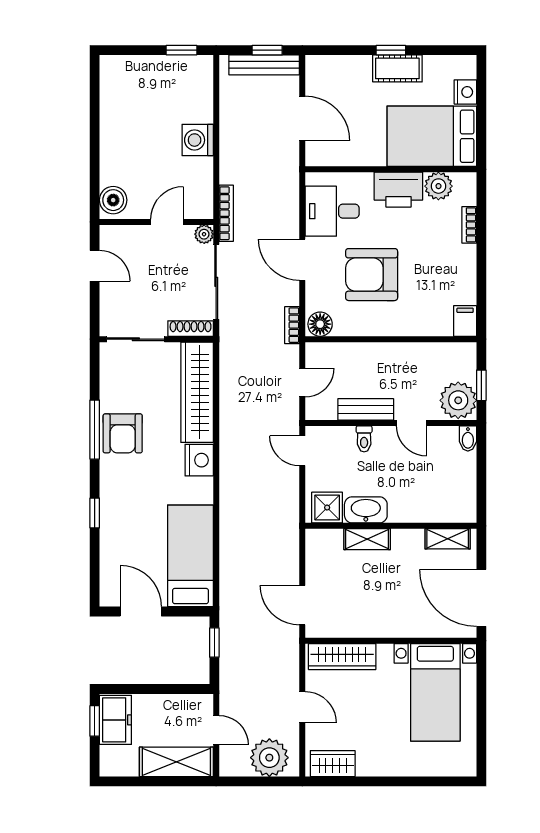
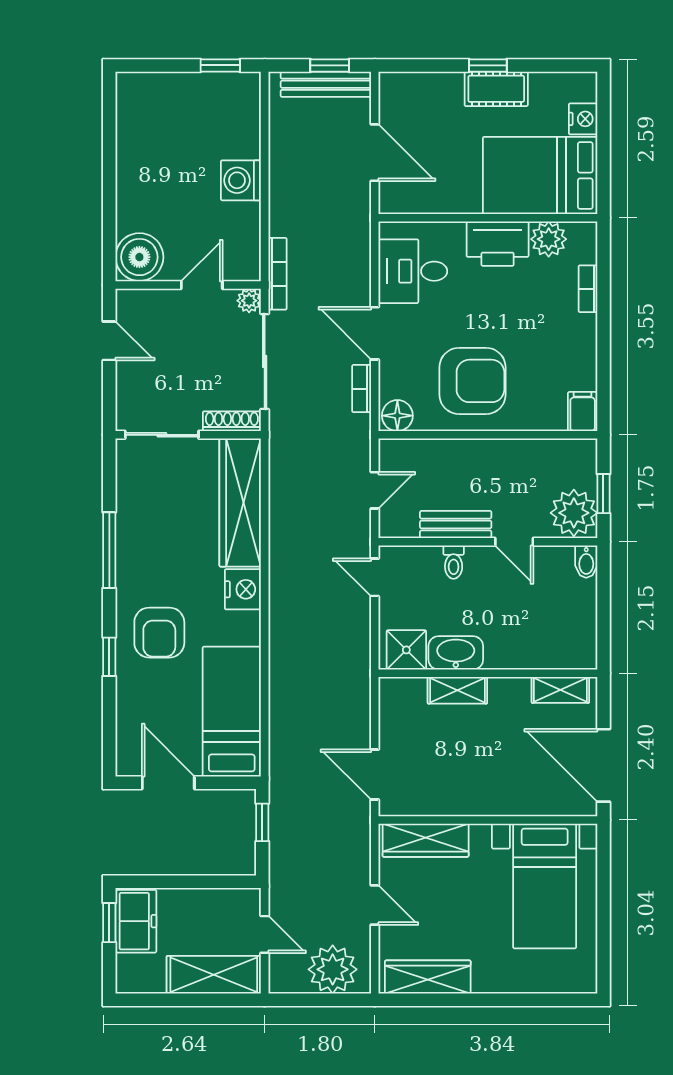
boiler: (113, 200) -> (139, 257), width x1.37, depth x1.37
armchair: (372, 275) -> (473, 381), moved, turned 180
bookcase: (292, 325) -> (362, 389), moved
armchair: (123, 433) -> (159, 633), moved
wardrobe: (333, 764) -> (428, 977), width x1.50

